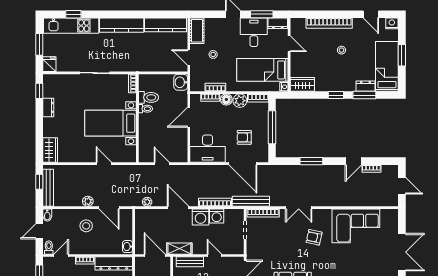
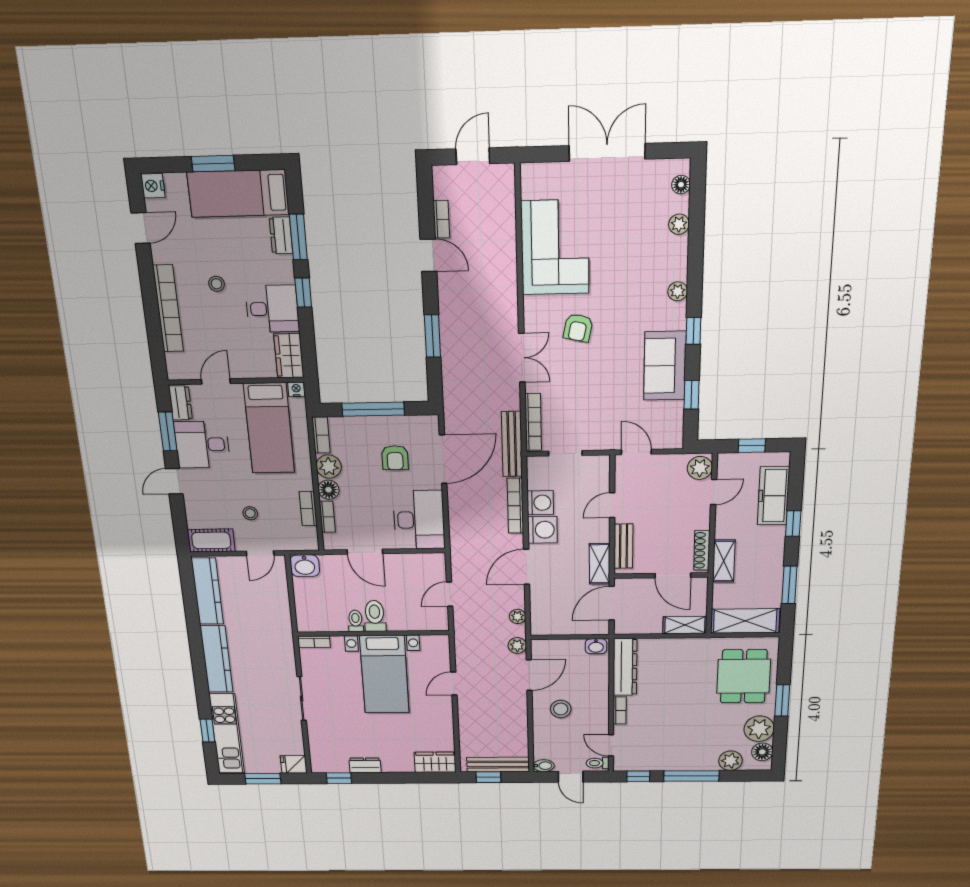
desk: (328, 78) -> (272, 309), added
toilet: (148, 97) -> (375, 616), moved
plant: (88, 201) -> (517, 645), moved

